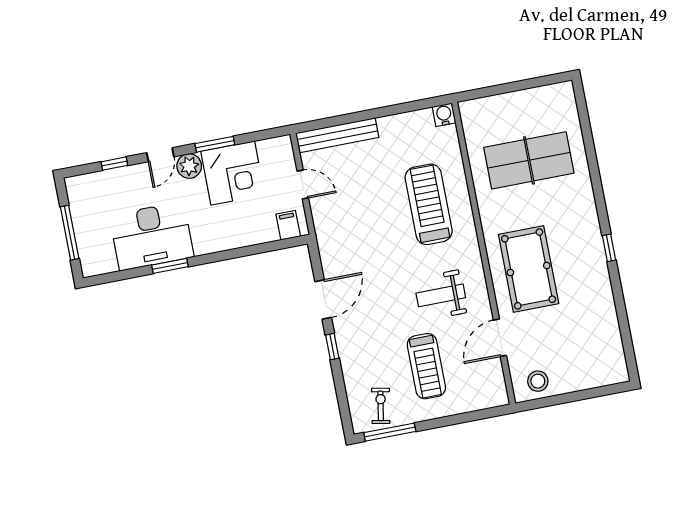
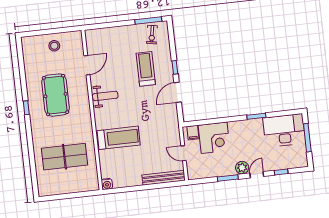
corner desk: (233, 173) -> (214, 138), moved, turned 180
treadmill: (429, 204) -> (119, 138), turned -90
desk: (152, 236) -> (284, 130), moved
pool table: (529, 269) -> (56, 95), moved
weight bench: (441, 295) -> (105, 96), moved
treadmill: (426, 366) -> (146, 69), moved
stool: (538, 381) -> (54, 46), moved

